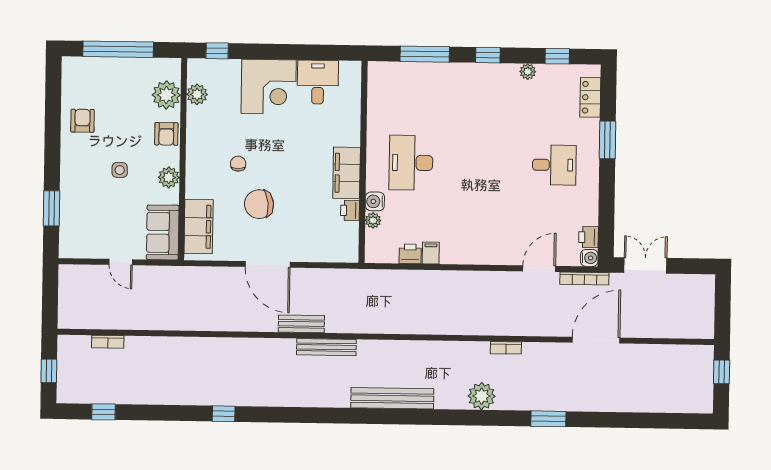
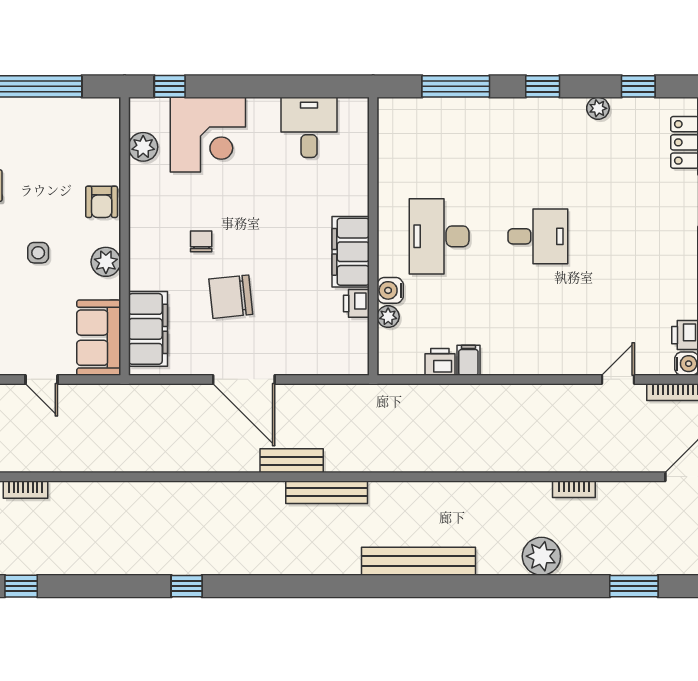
corner desk: (269, 87) -> (208, 135), moved
plant: (166, 95) -> (101, 148), removed
desk: (554, 165) -> (538, 236), moved
door: (539, 269) -> (618, 379), width x0.73

